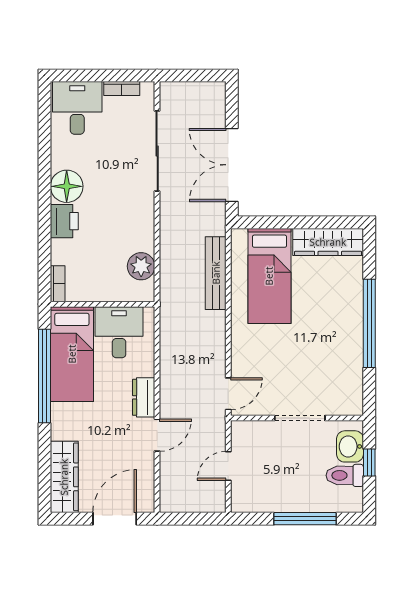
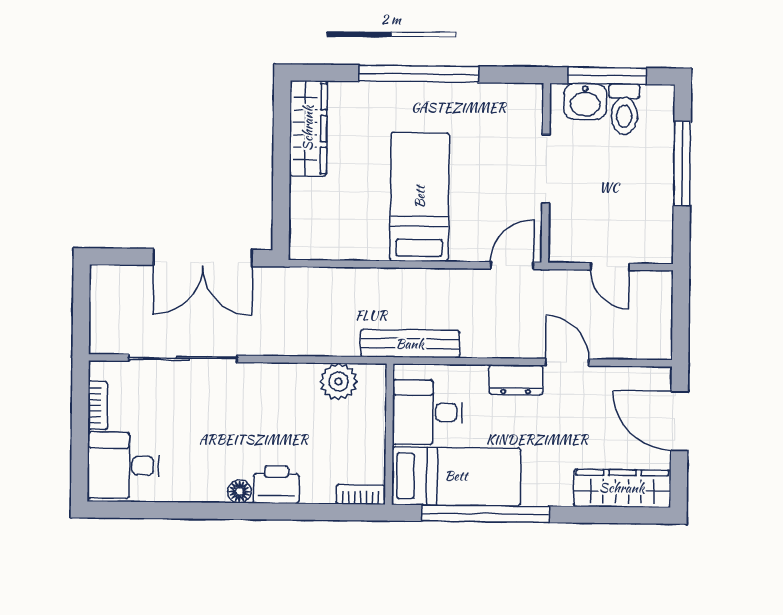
floor lamp: (67, 186) -> (239, 491), width x0.53, depth x0.53
bench: (216, 273) -> (410, 344), moved
bed: (269, 276) -> (420, 197), moved, turned -90
door: (228, 394) -> (512, 266), hinge flipped
window: (369, 462) -> (607, 76), width x2.17

